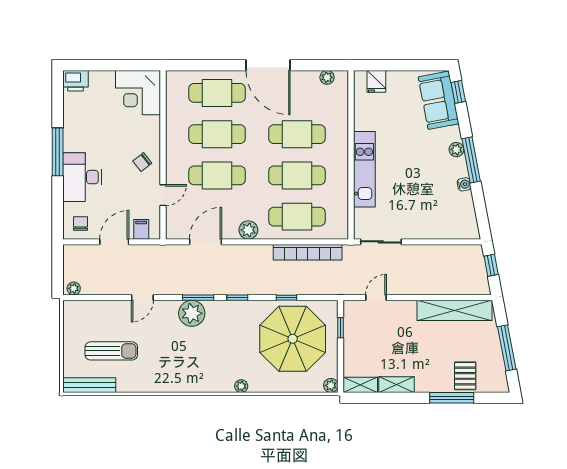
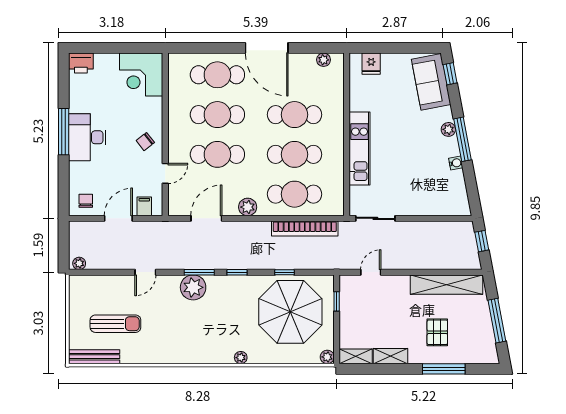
desk: (82, 177) -> (87, 137), moved
pallet: (465, 376) -> (437, 332), moved

